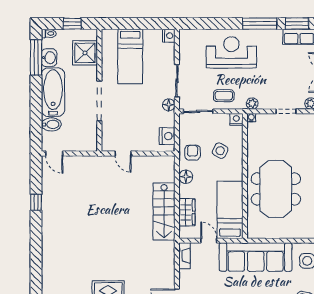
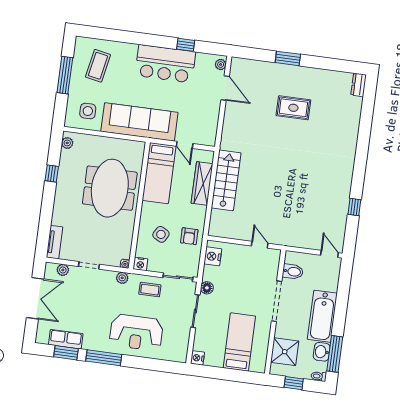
bidet: (51, 124) -> (293, 272), moved, turned 180
floor lamp: (186, 177) -> (199, 213), removed
wardrobe: (187, 212) -> (202, 183), width x1.50
fireplace: (184, 256) -> (211, 133), removed

